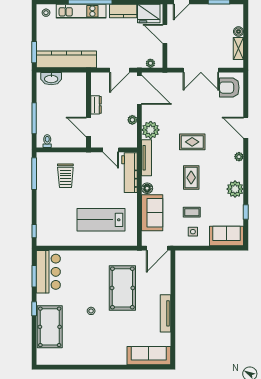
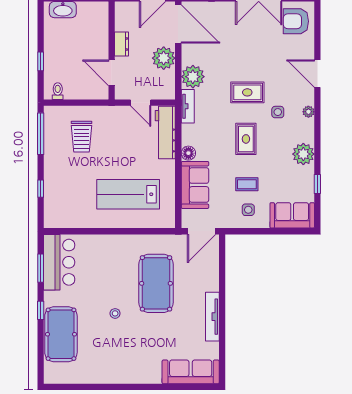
window: (34, 118) -> (41, 61), width x0.46
plant: (132, 120) -> (164, 58), width x1.87, depth x1.87
side table: (215, 157) -> (278, 112), added
tv unit: (147, 158) -> (188, 106), width x0.71
window: (34, 231) -> (41, 189), moved

